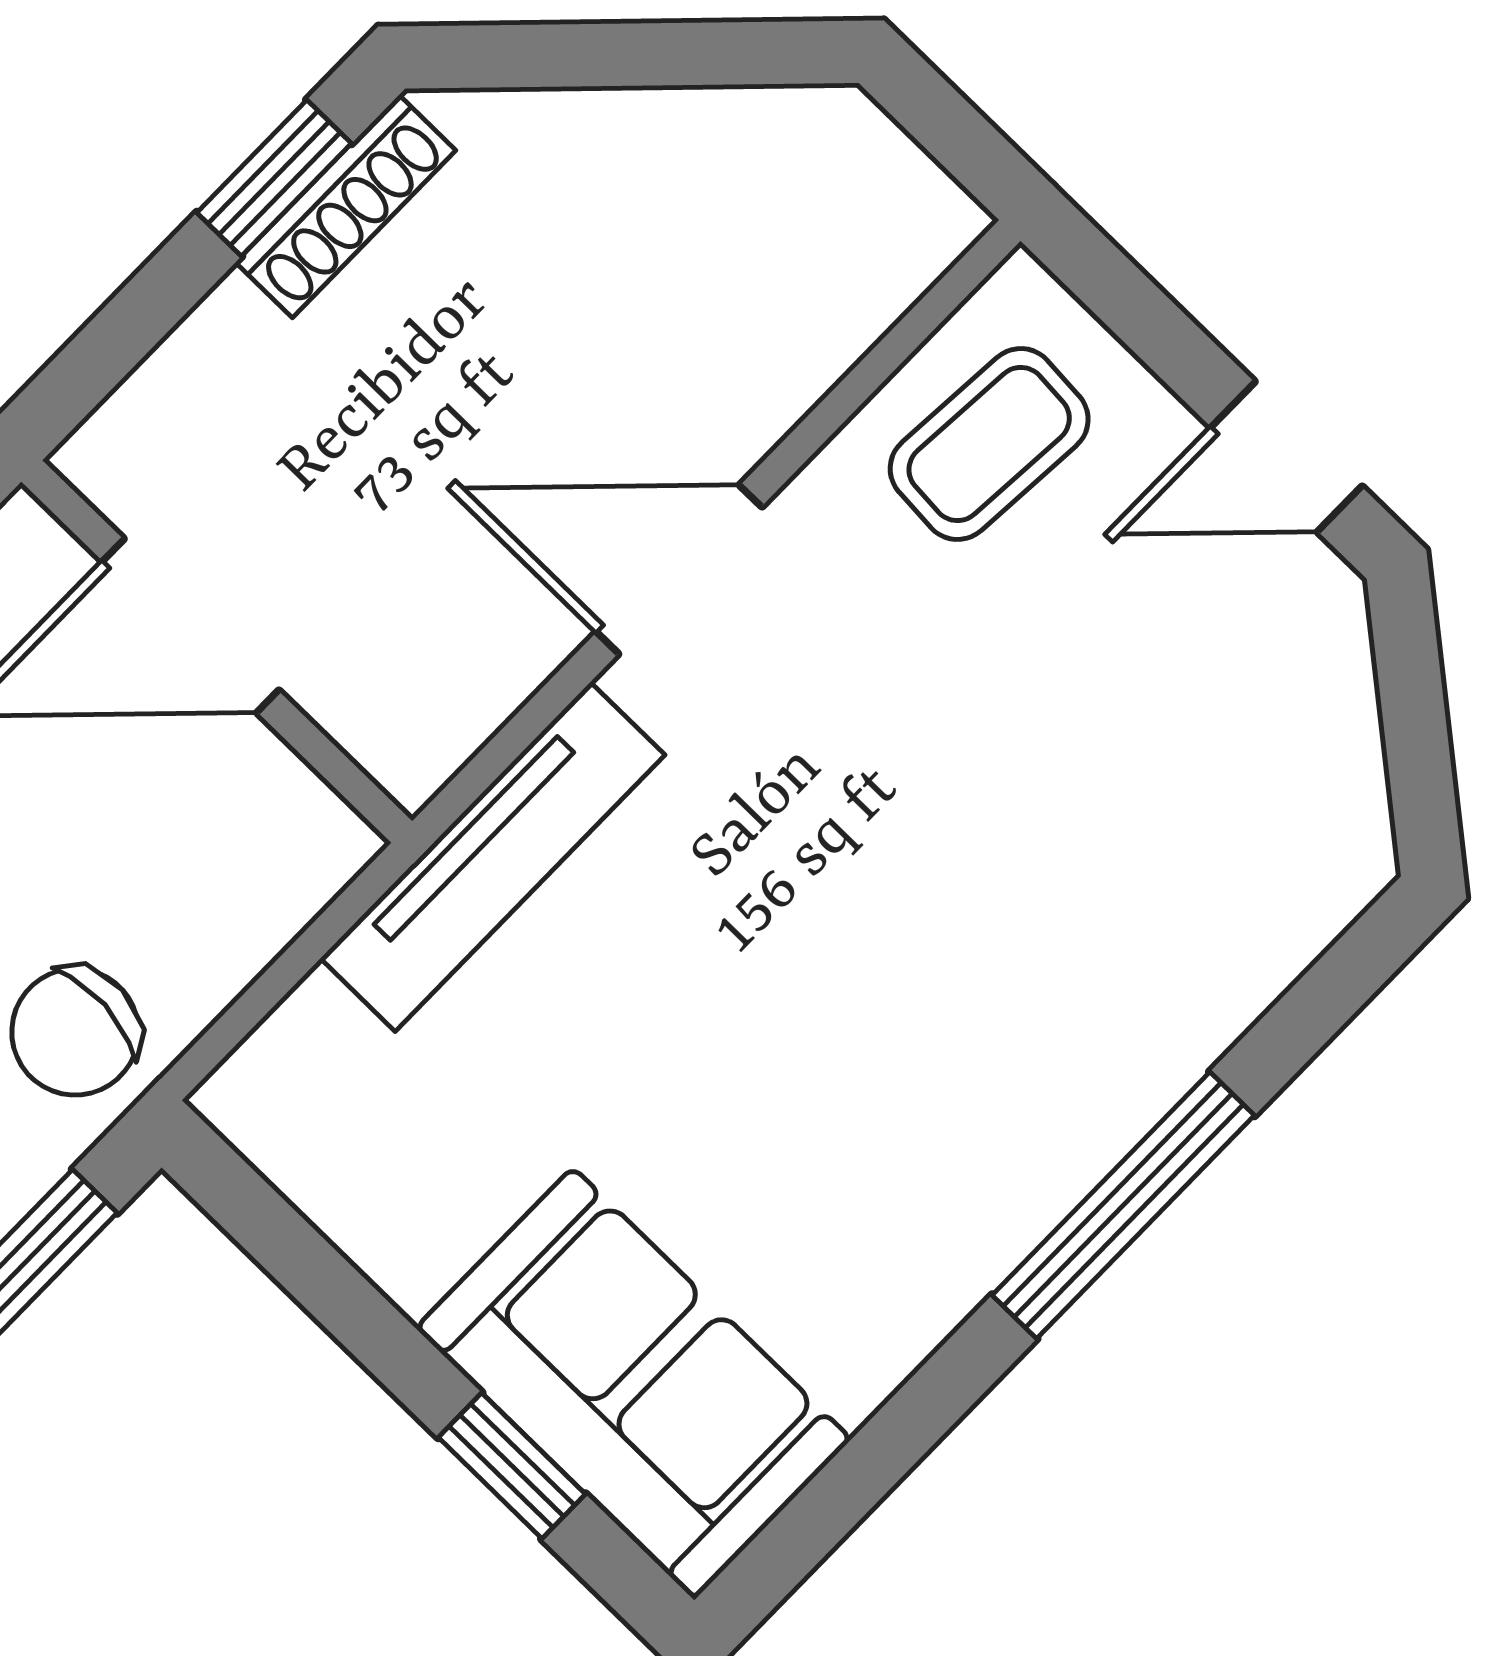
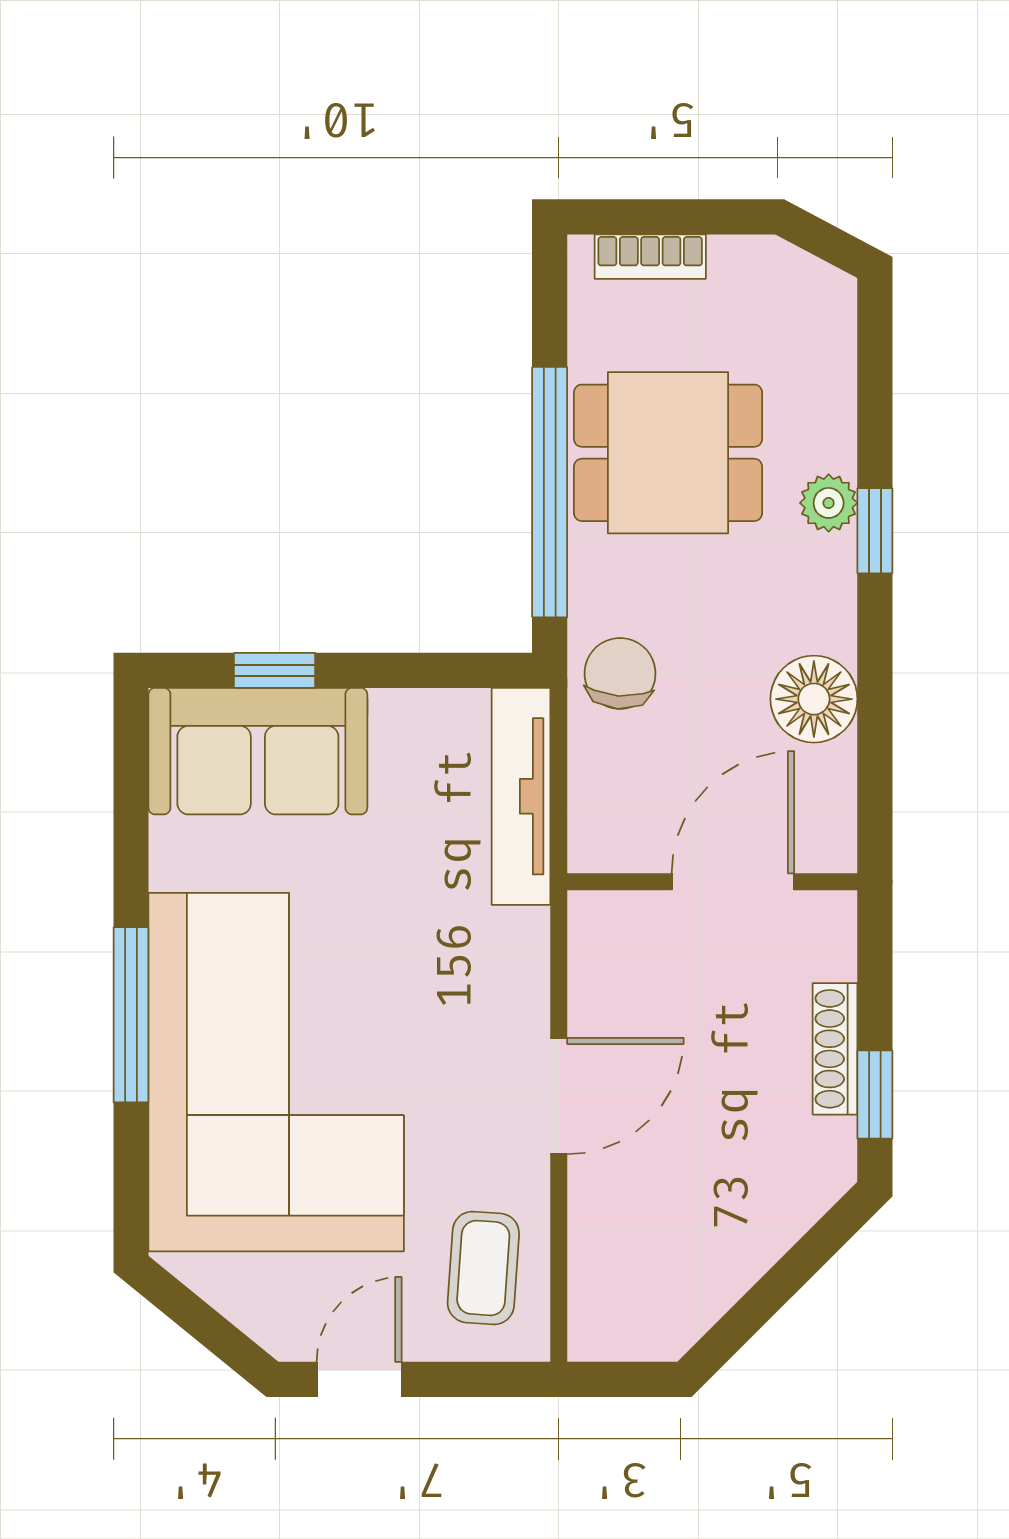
shoe rack: (346, 206) -> (835, 1049), moved
tv unit: (493, 857) -> (521, 796), moved
corner sofa: (1010, 951) -> (276, 1072), added

